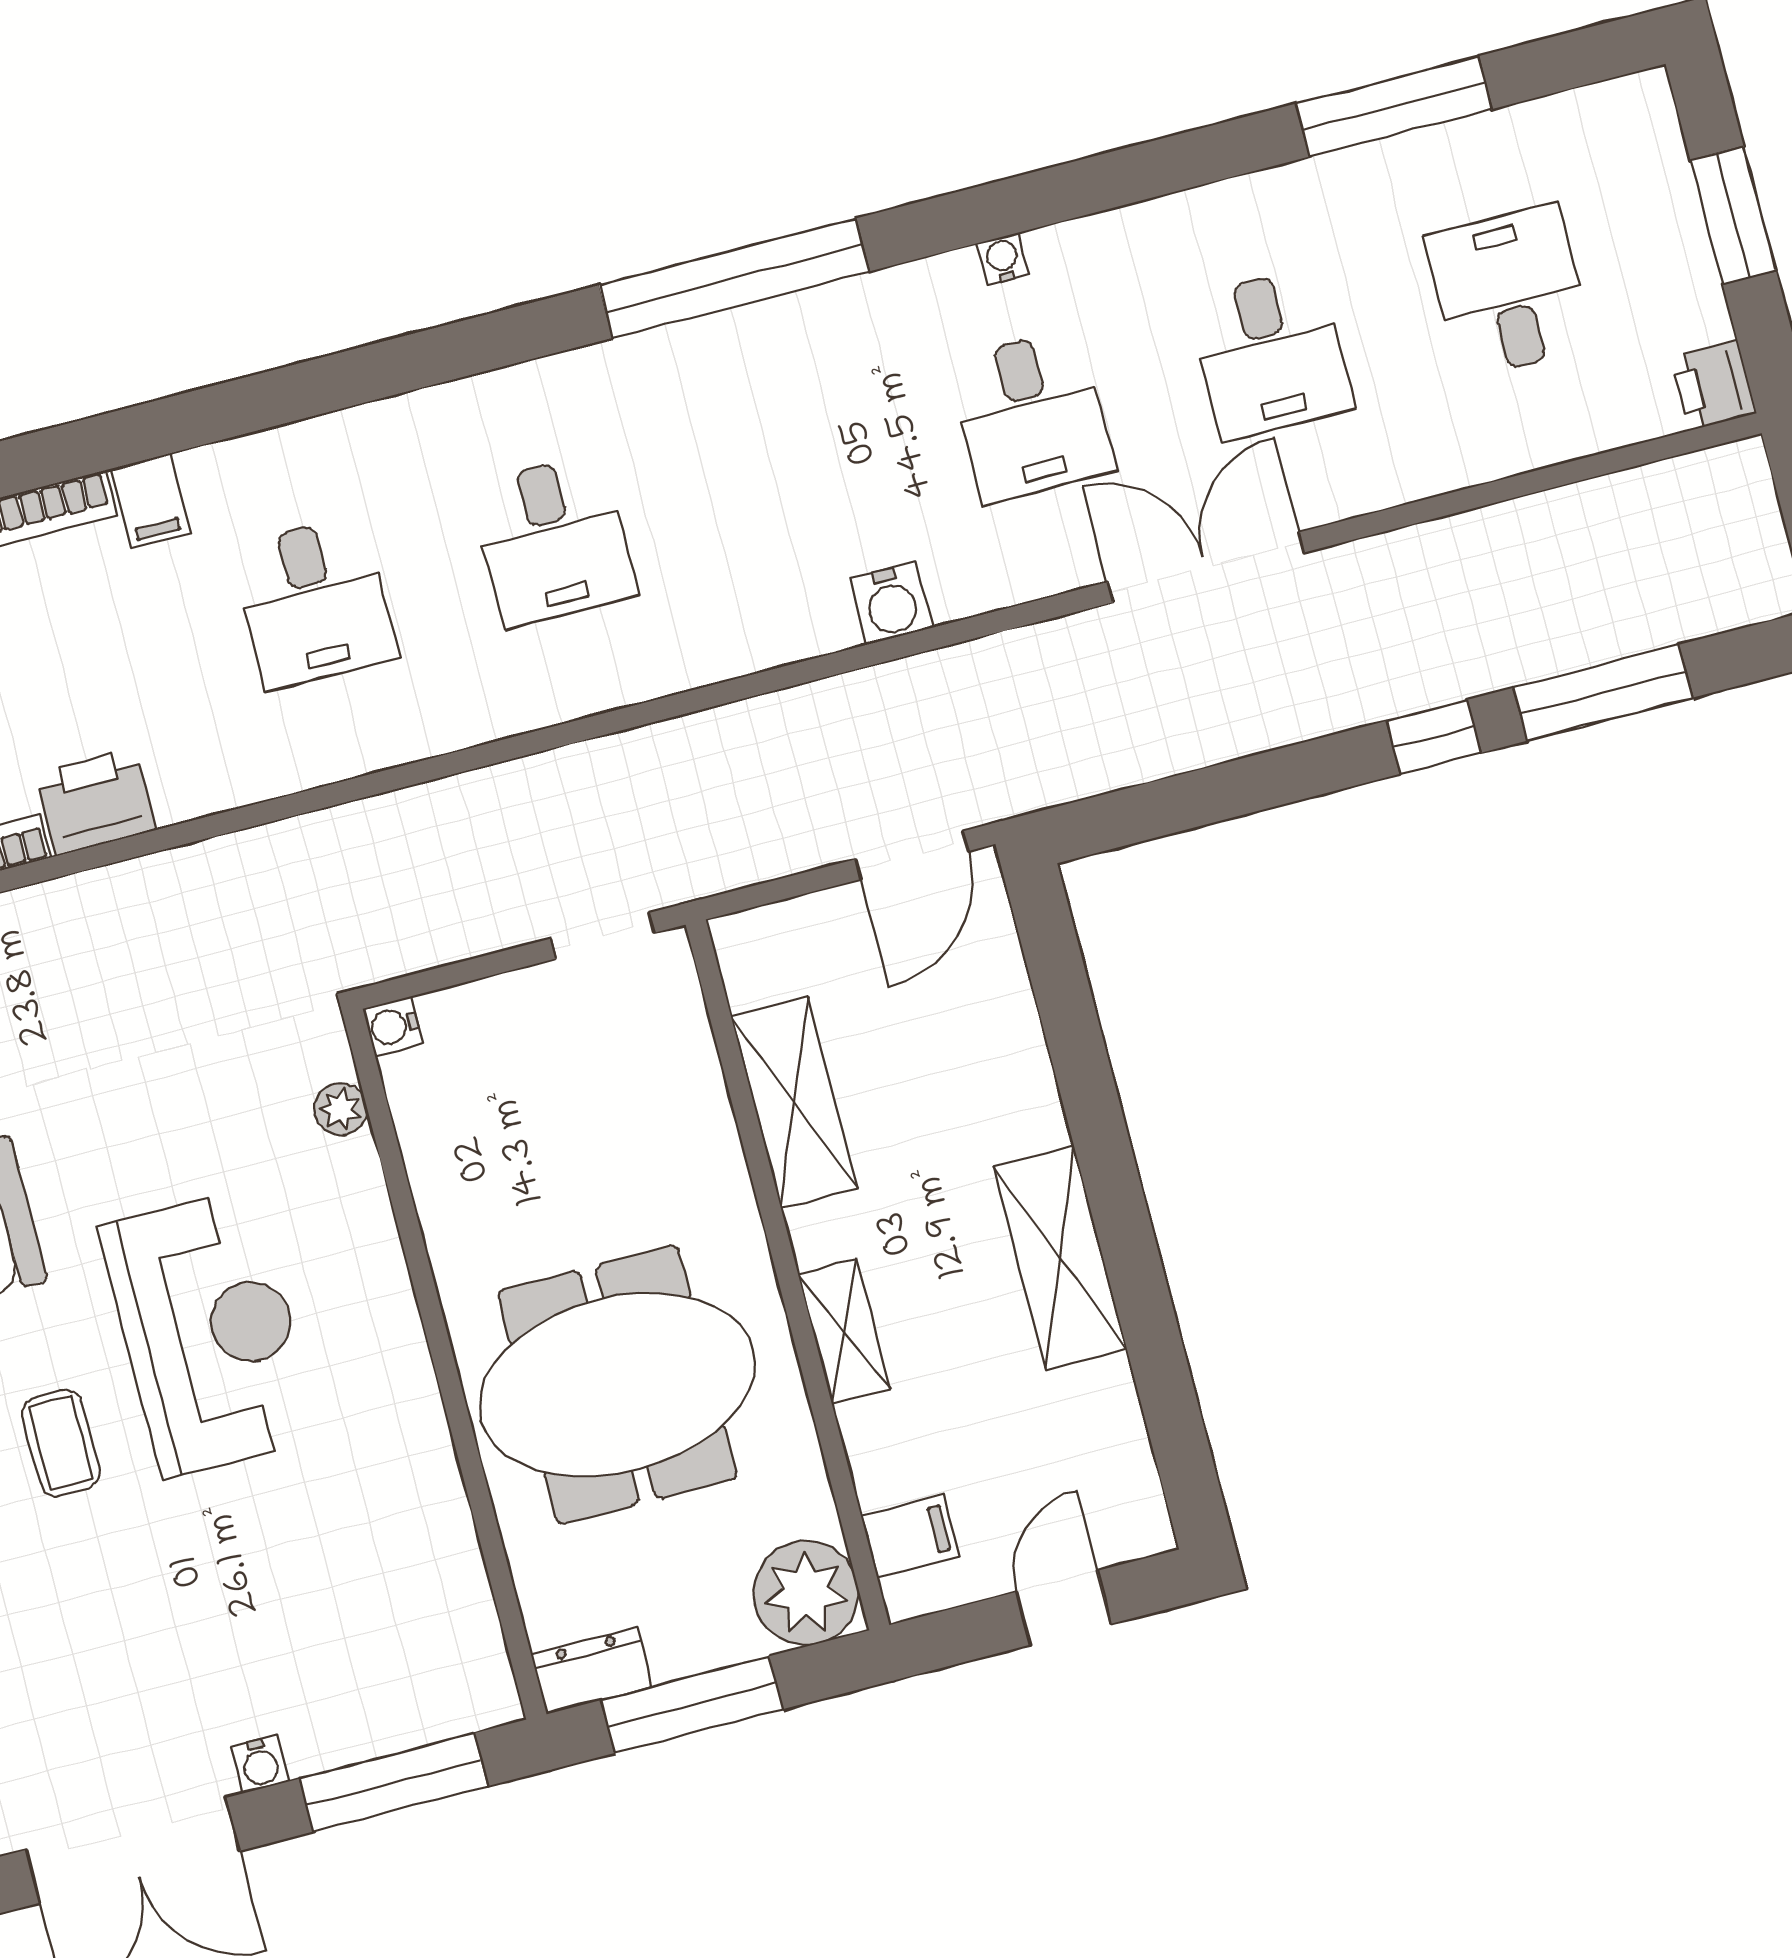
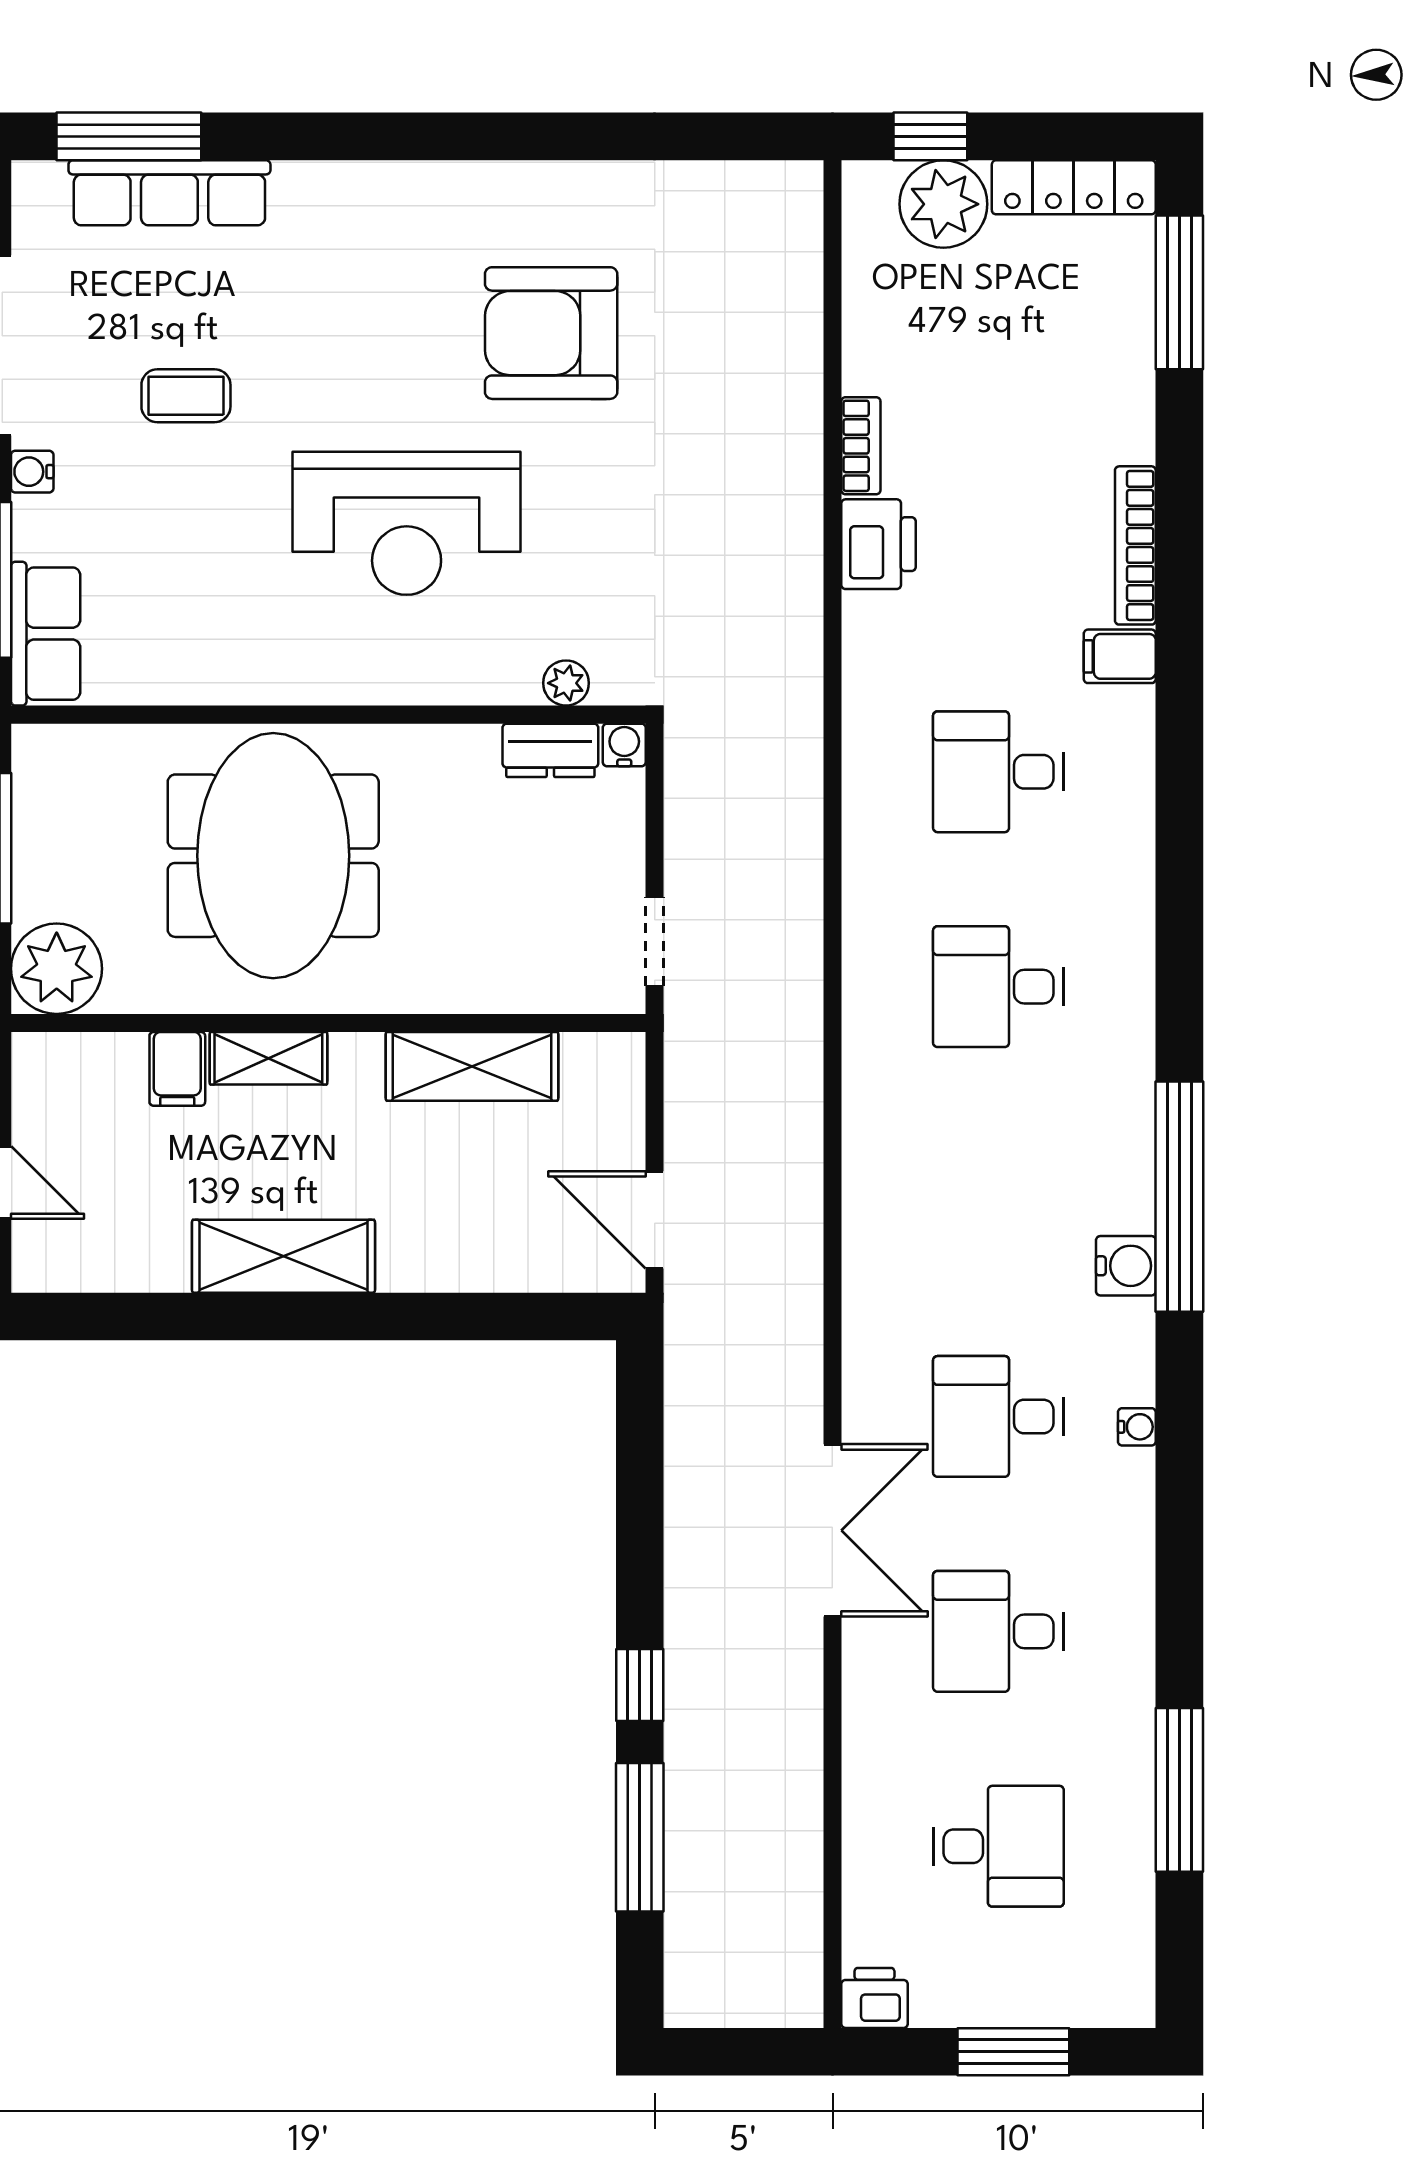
water cooler: (891, 603) -> (1126, 1266), moved, turned 180
coffee table: (61, 1443) -> (186, 396), moved
filing cabinet: (910, 1536) -> (177, 1069), moved
dresser: (592, 1671) -> (550, 750), moved, turned 90
row of seats: (436, 1702) -> (46, 634), added

